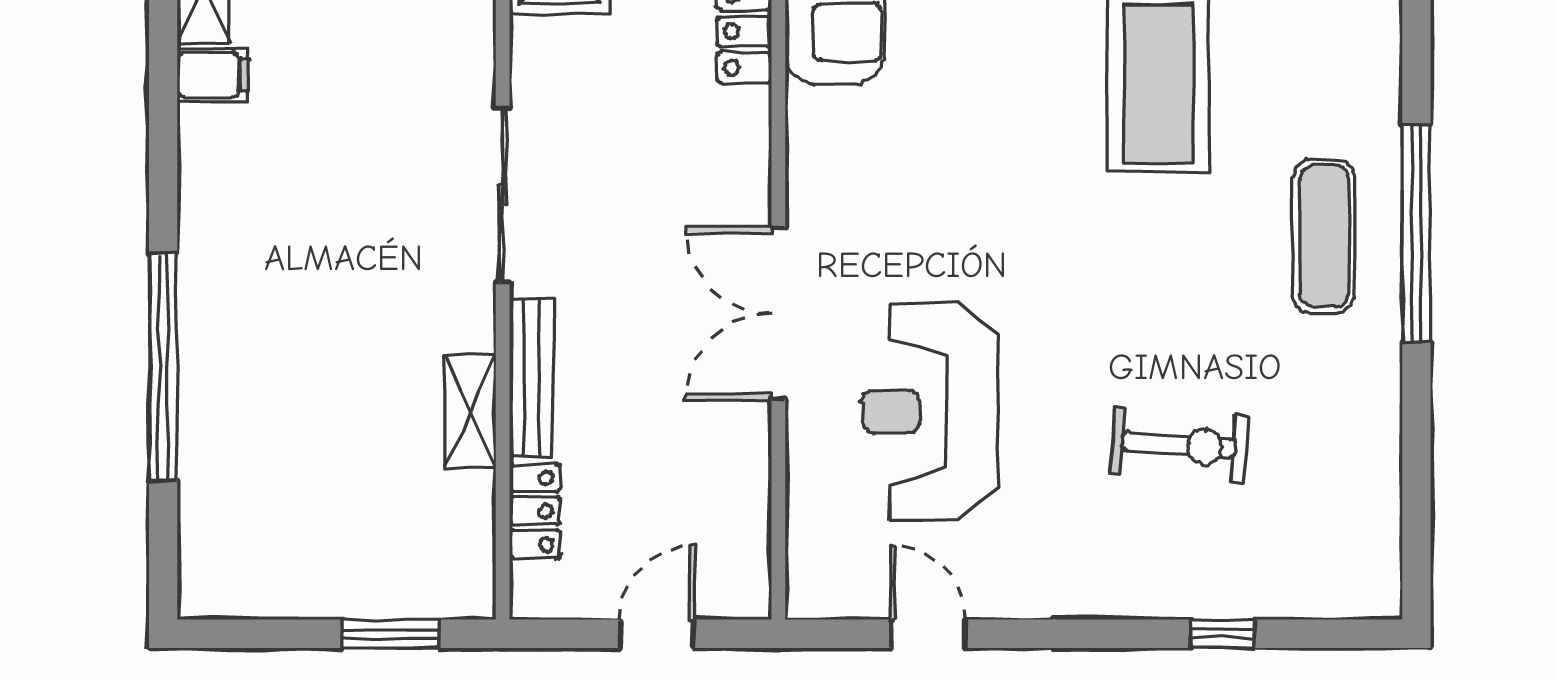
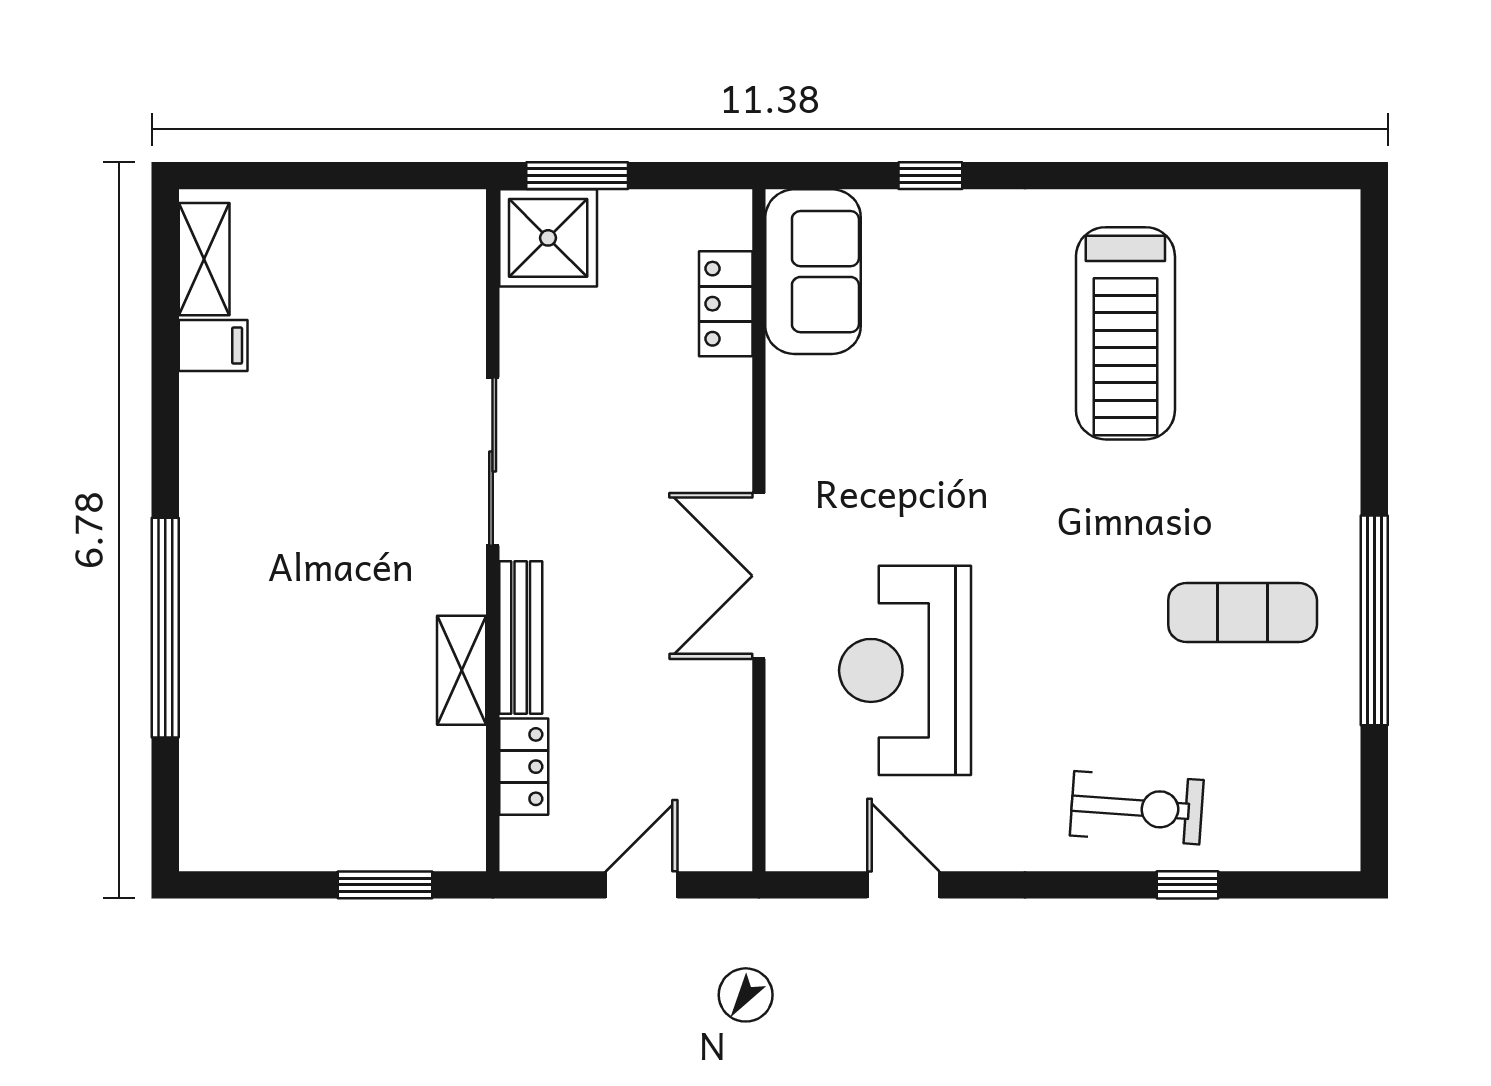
window: (1416, 234) -> (1374, 620), moved
exercise mat: (1324, 236) -> (1243, 612), moved, turned 90
exercise bike: (1179, 445) -> (1137, 808), moved

